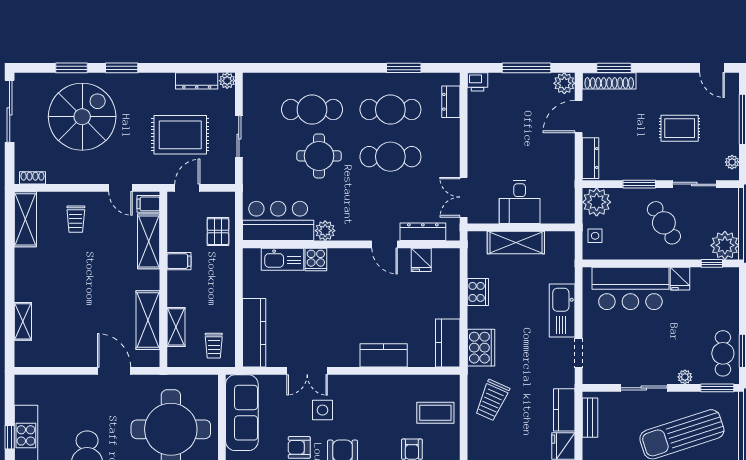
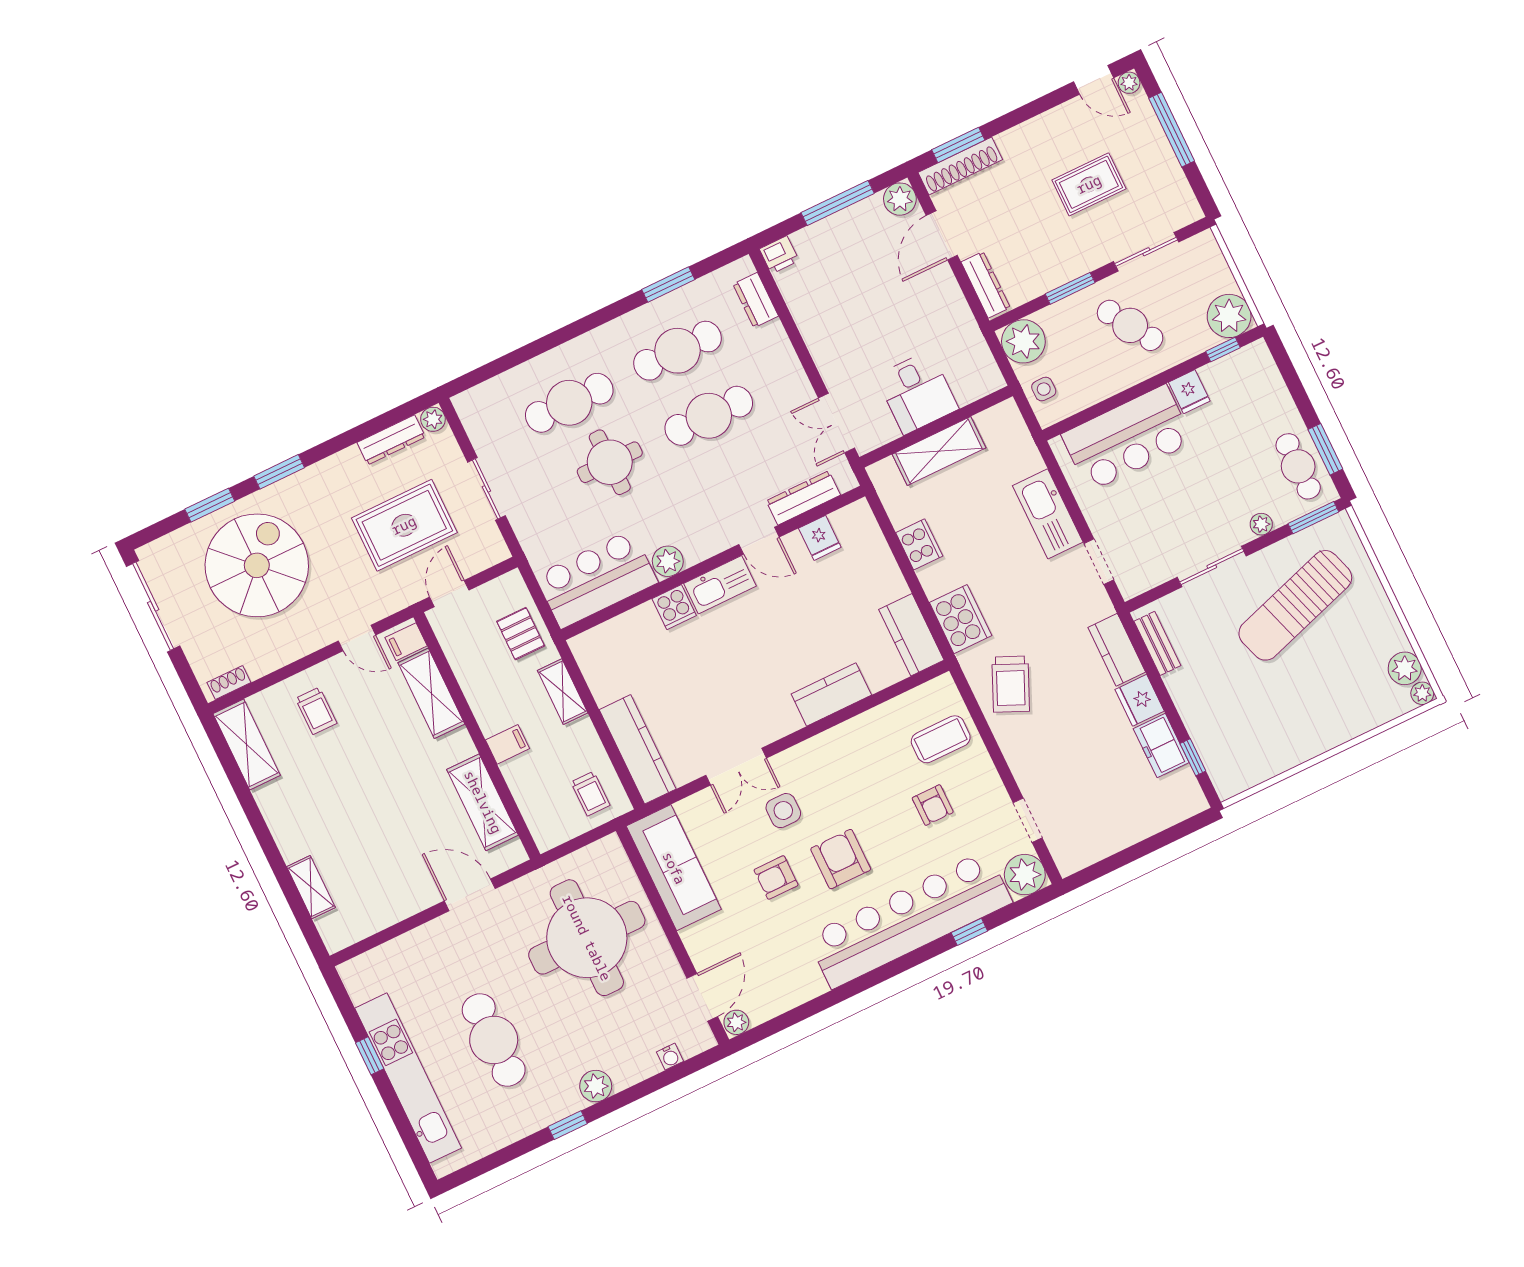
plant: (732, 162) -> (1129, 83), moved
kitchen sink: (283, 259) -> (720, 585), moved
filing cabinet: (179, 261) -> (508, 744), moved
shelving: (176, 327) -> (563, 692), moved

